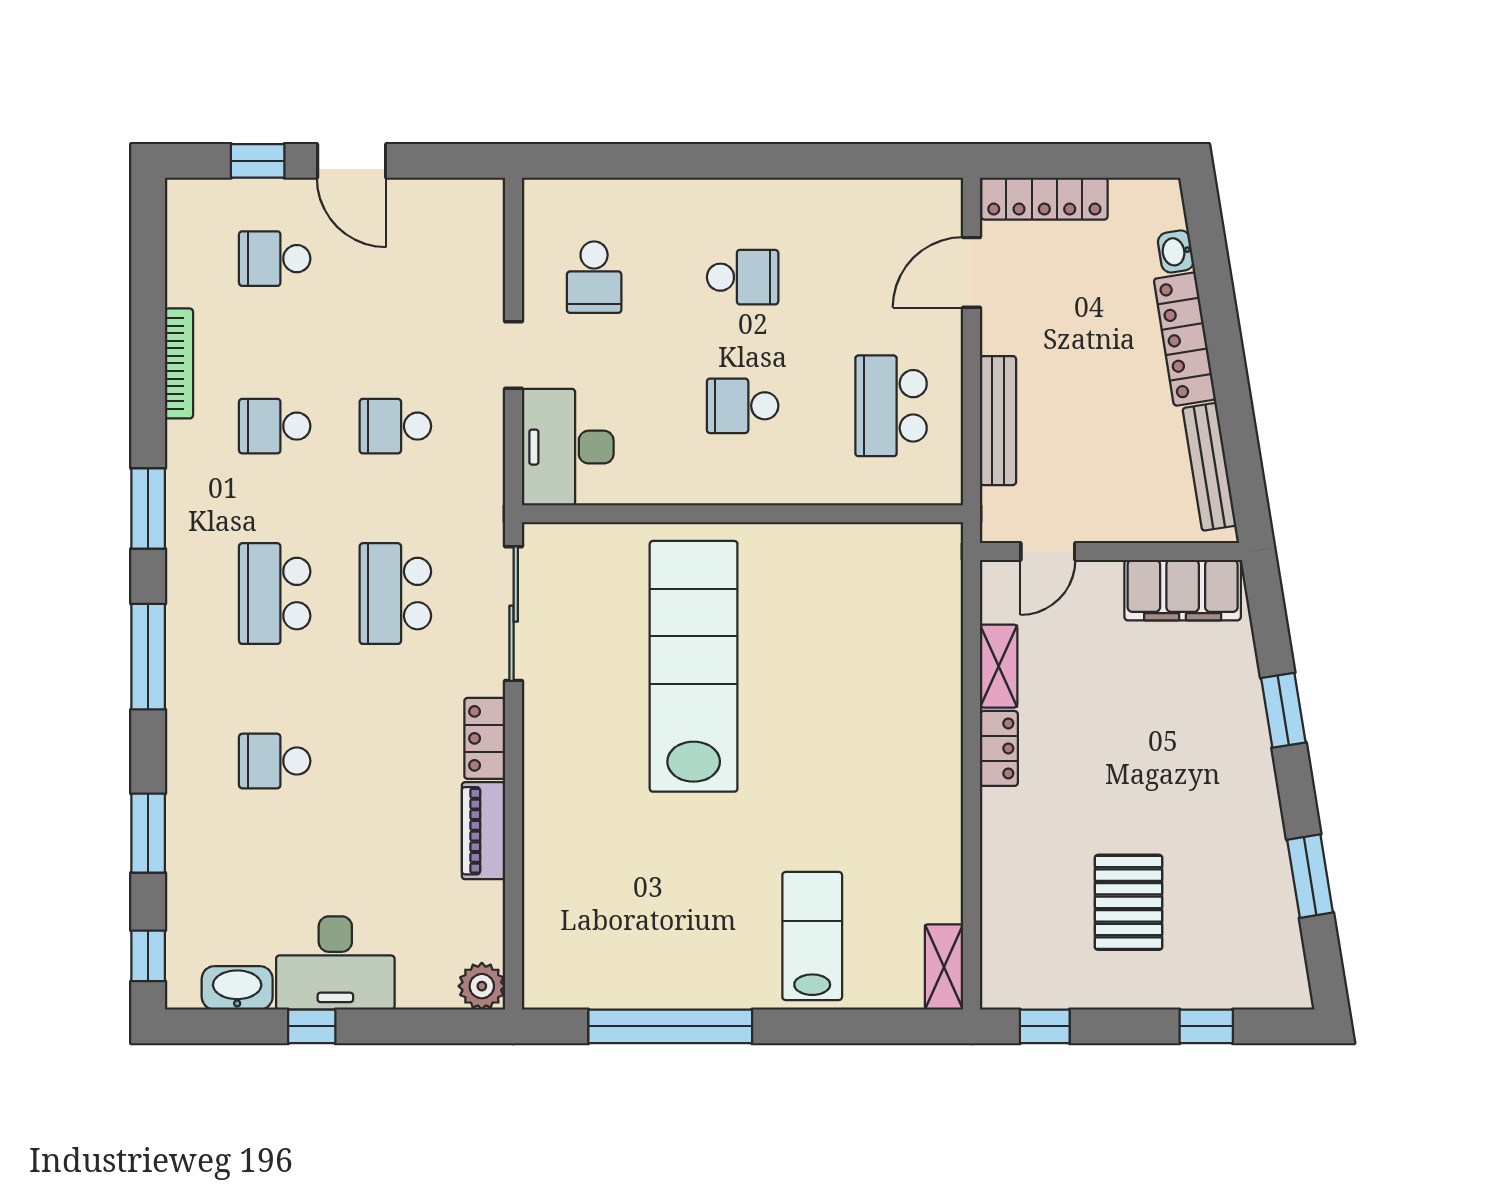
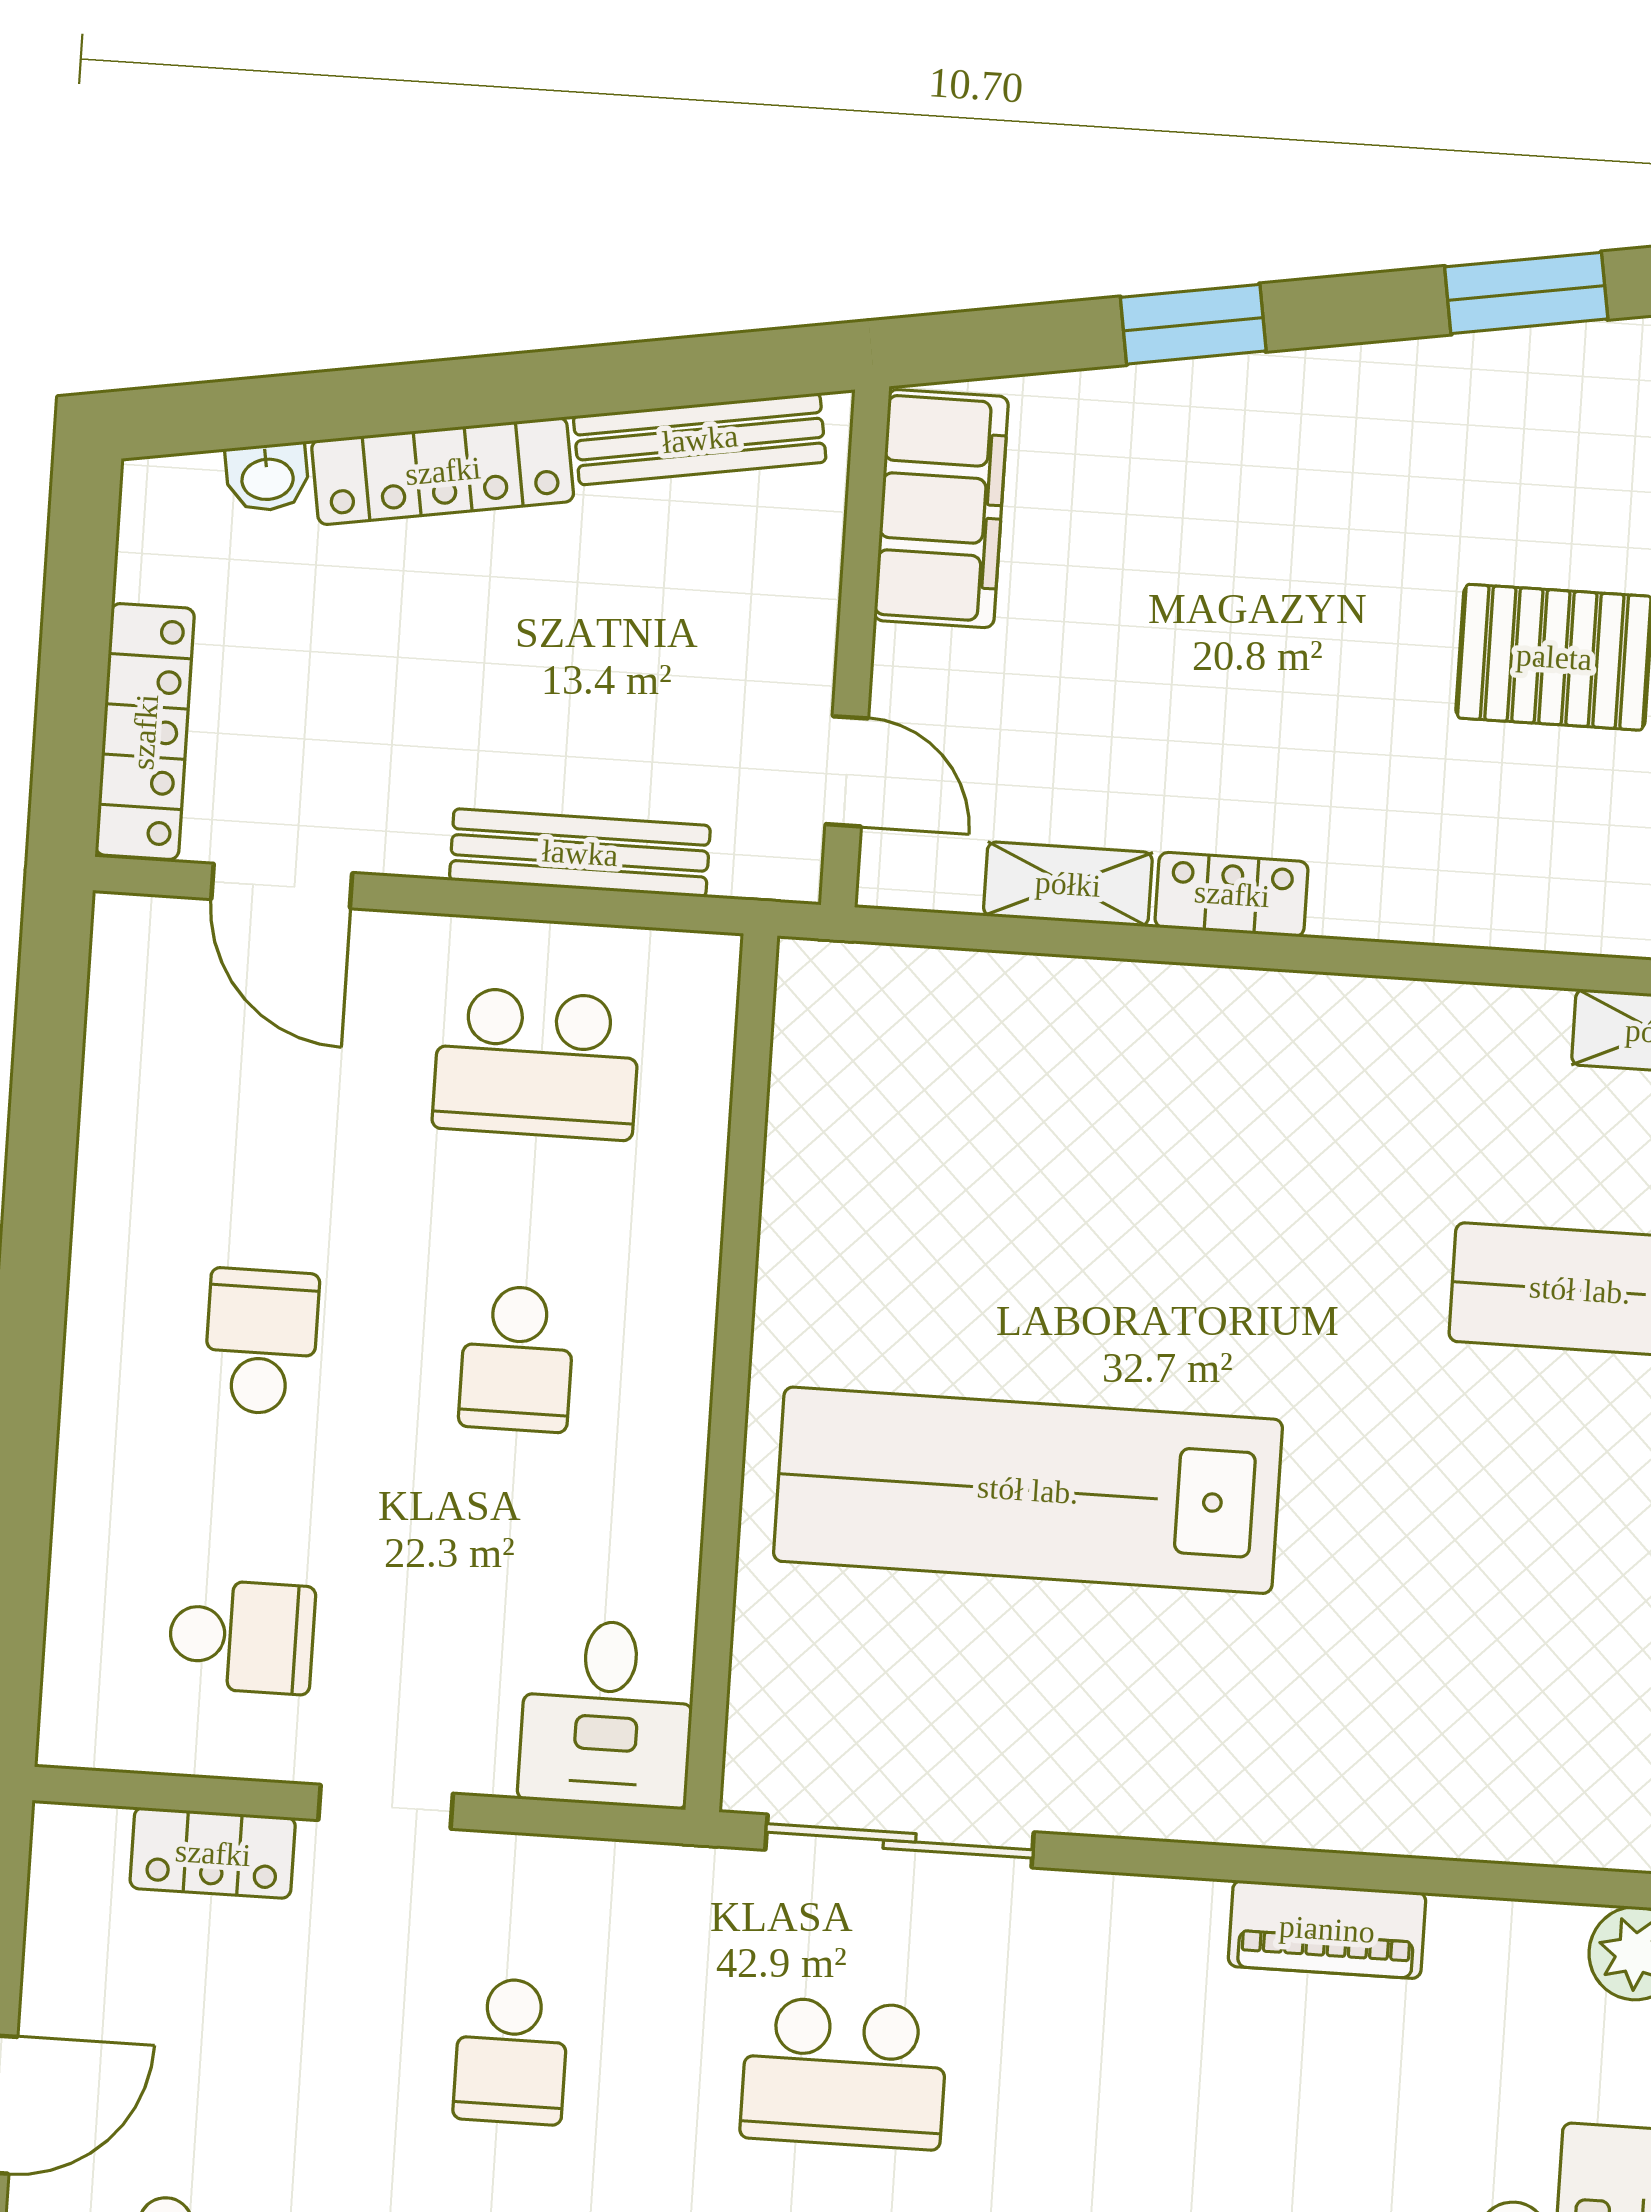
desk: (568, 447) -> (607, 1713), width x0.73
locker: (485, 738) -> (213, 1853), moved

